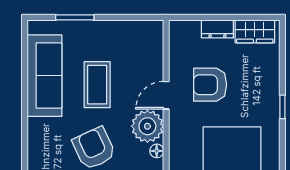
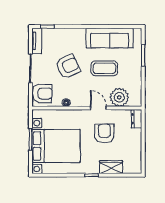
dresser: (217, 29) -> (136, 119), moved
wardrobe: (255, 31) -> (111, 167), moved, turned 90
plant: (147, 126) -> (119, 97), moved

